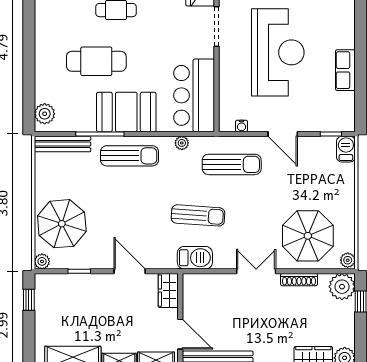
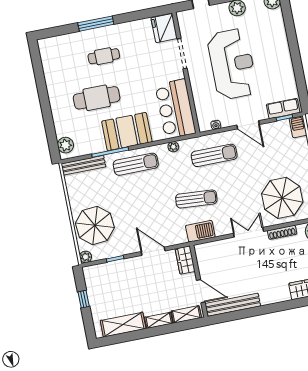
row of seats: (345, 70) -> (283, 108), moved, turned 90
window: (29, 300) -> (84, 299), moved

